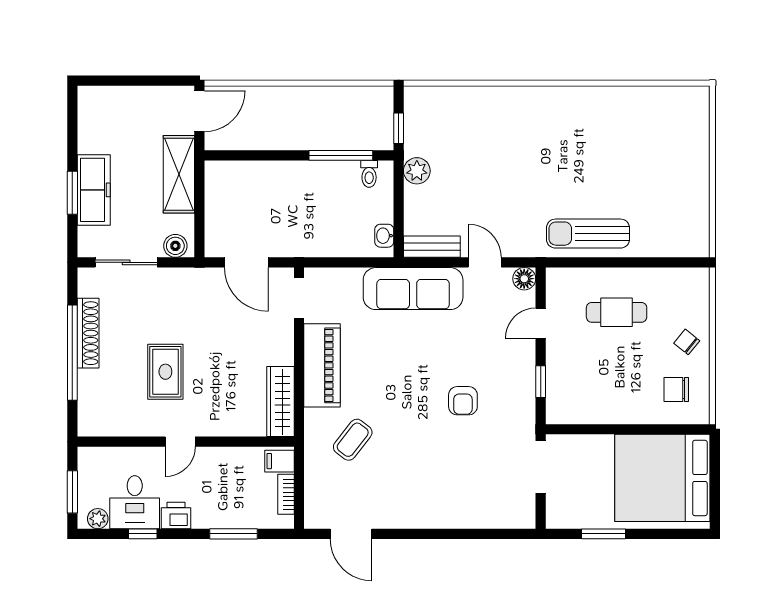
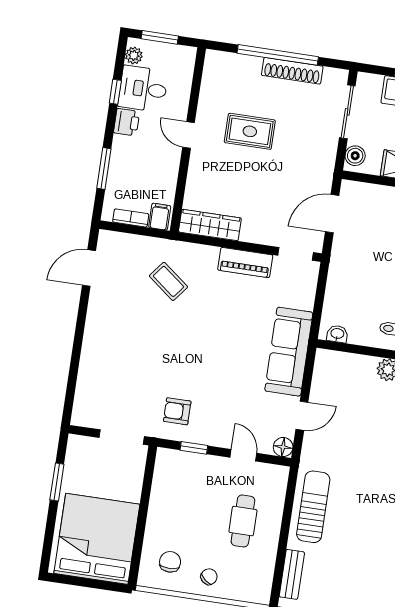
bench: (432, 247) -> (292, 574), moved
piano: (322, 365) -> (245, 262), width x0.73, depth x0.75
armchair: (463, 401) -> (177, 411), moved

